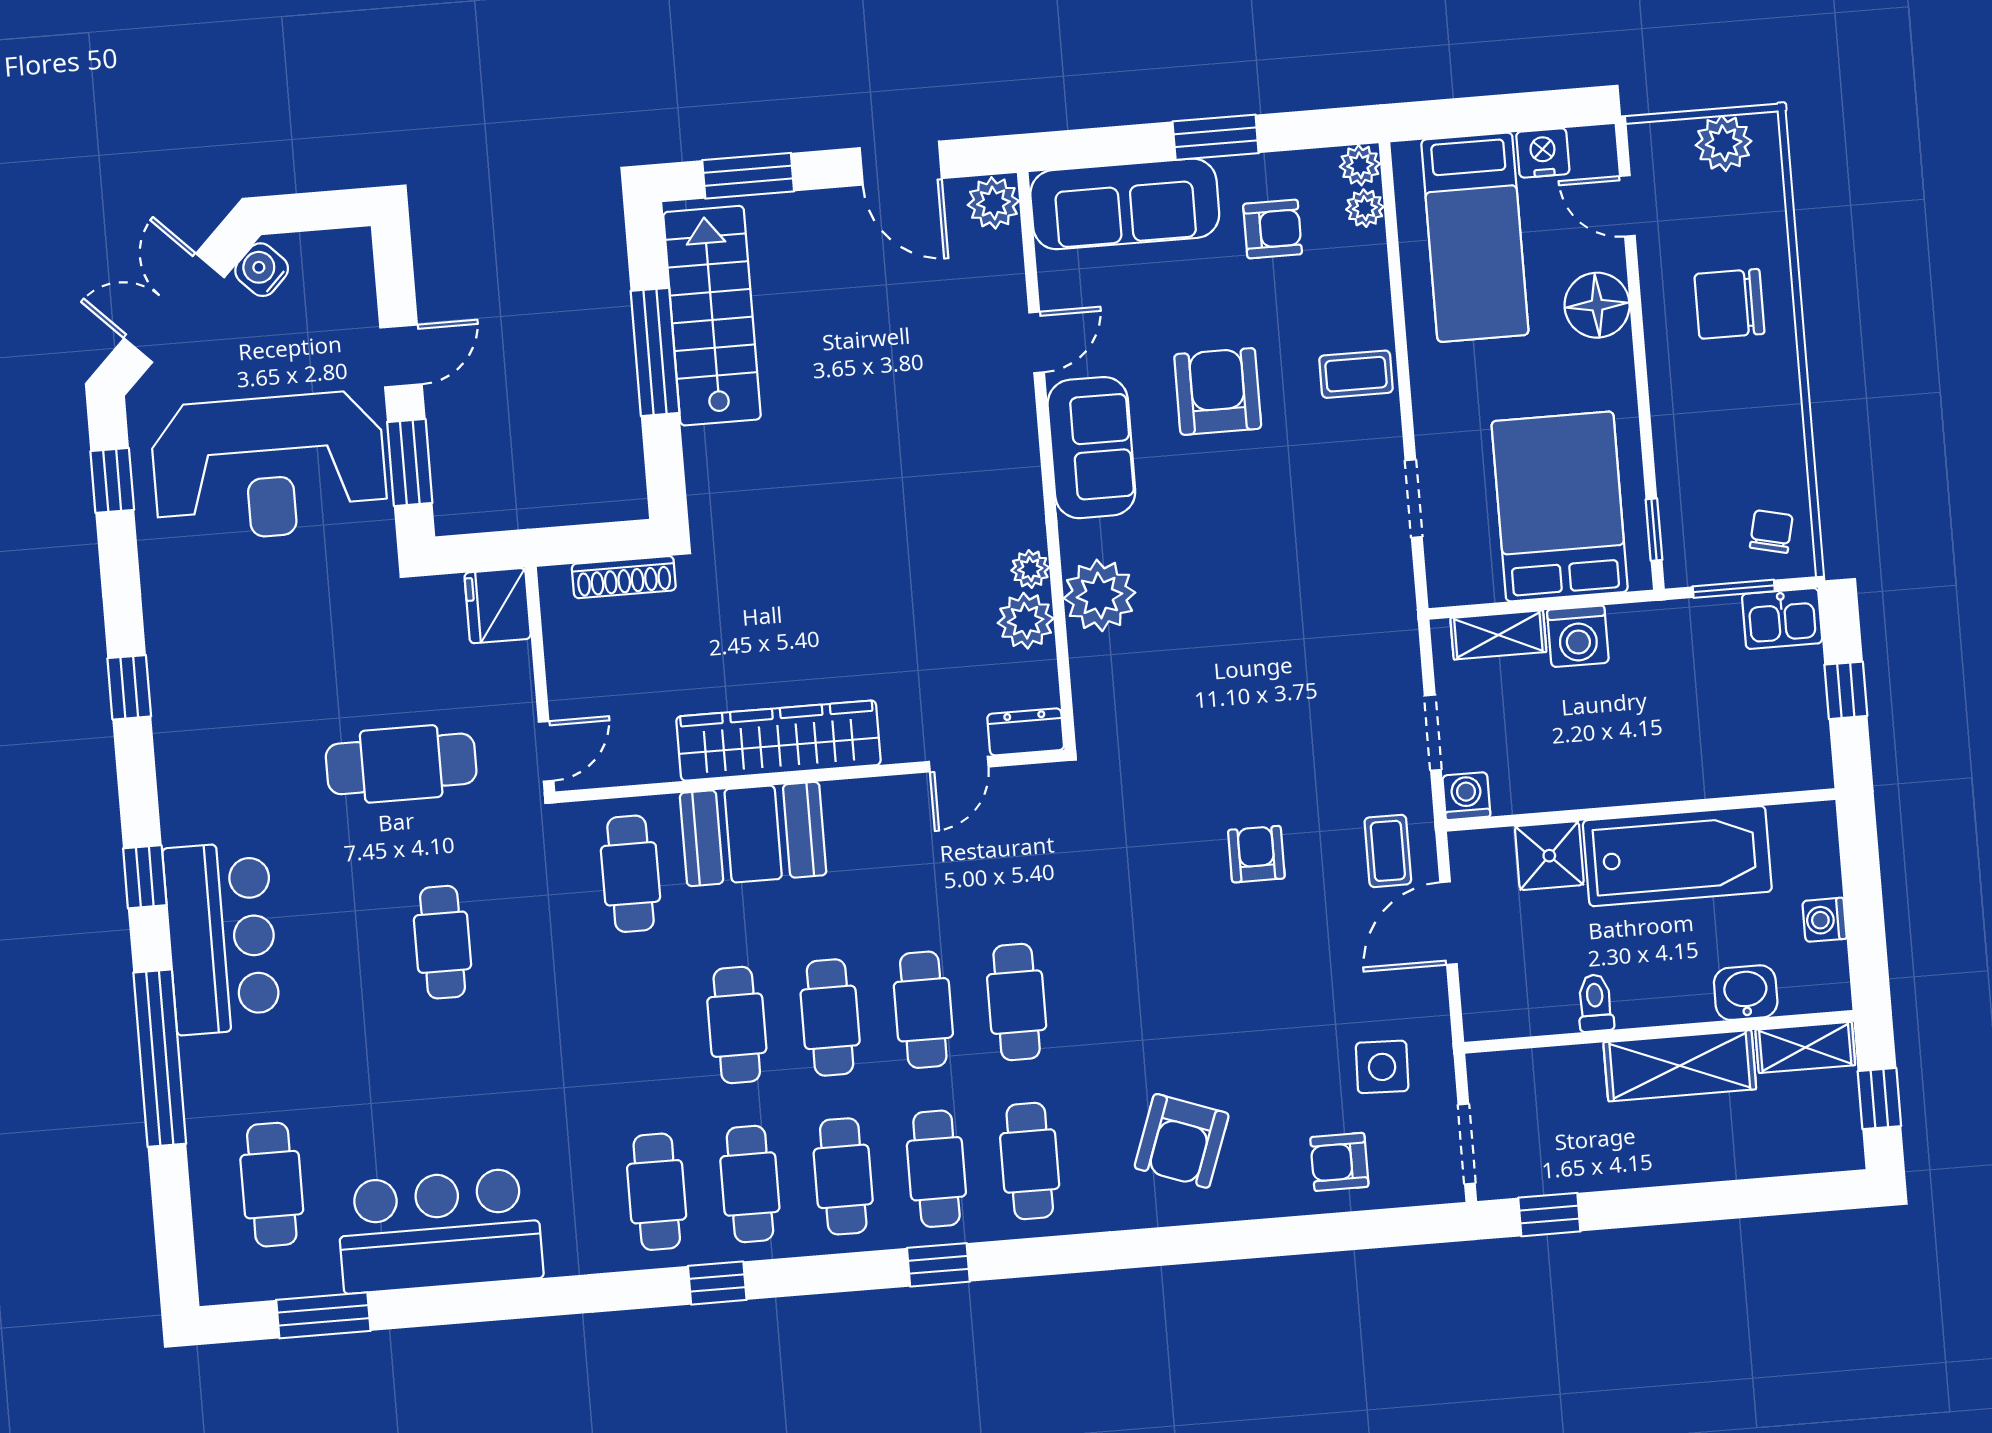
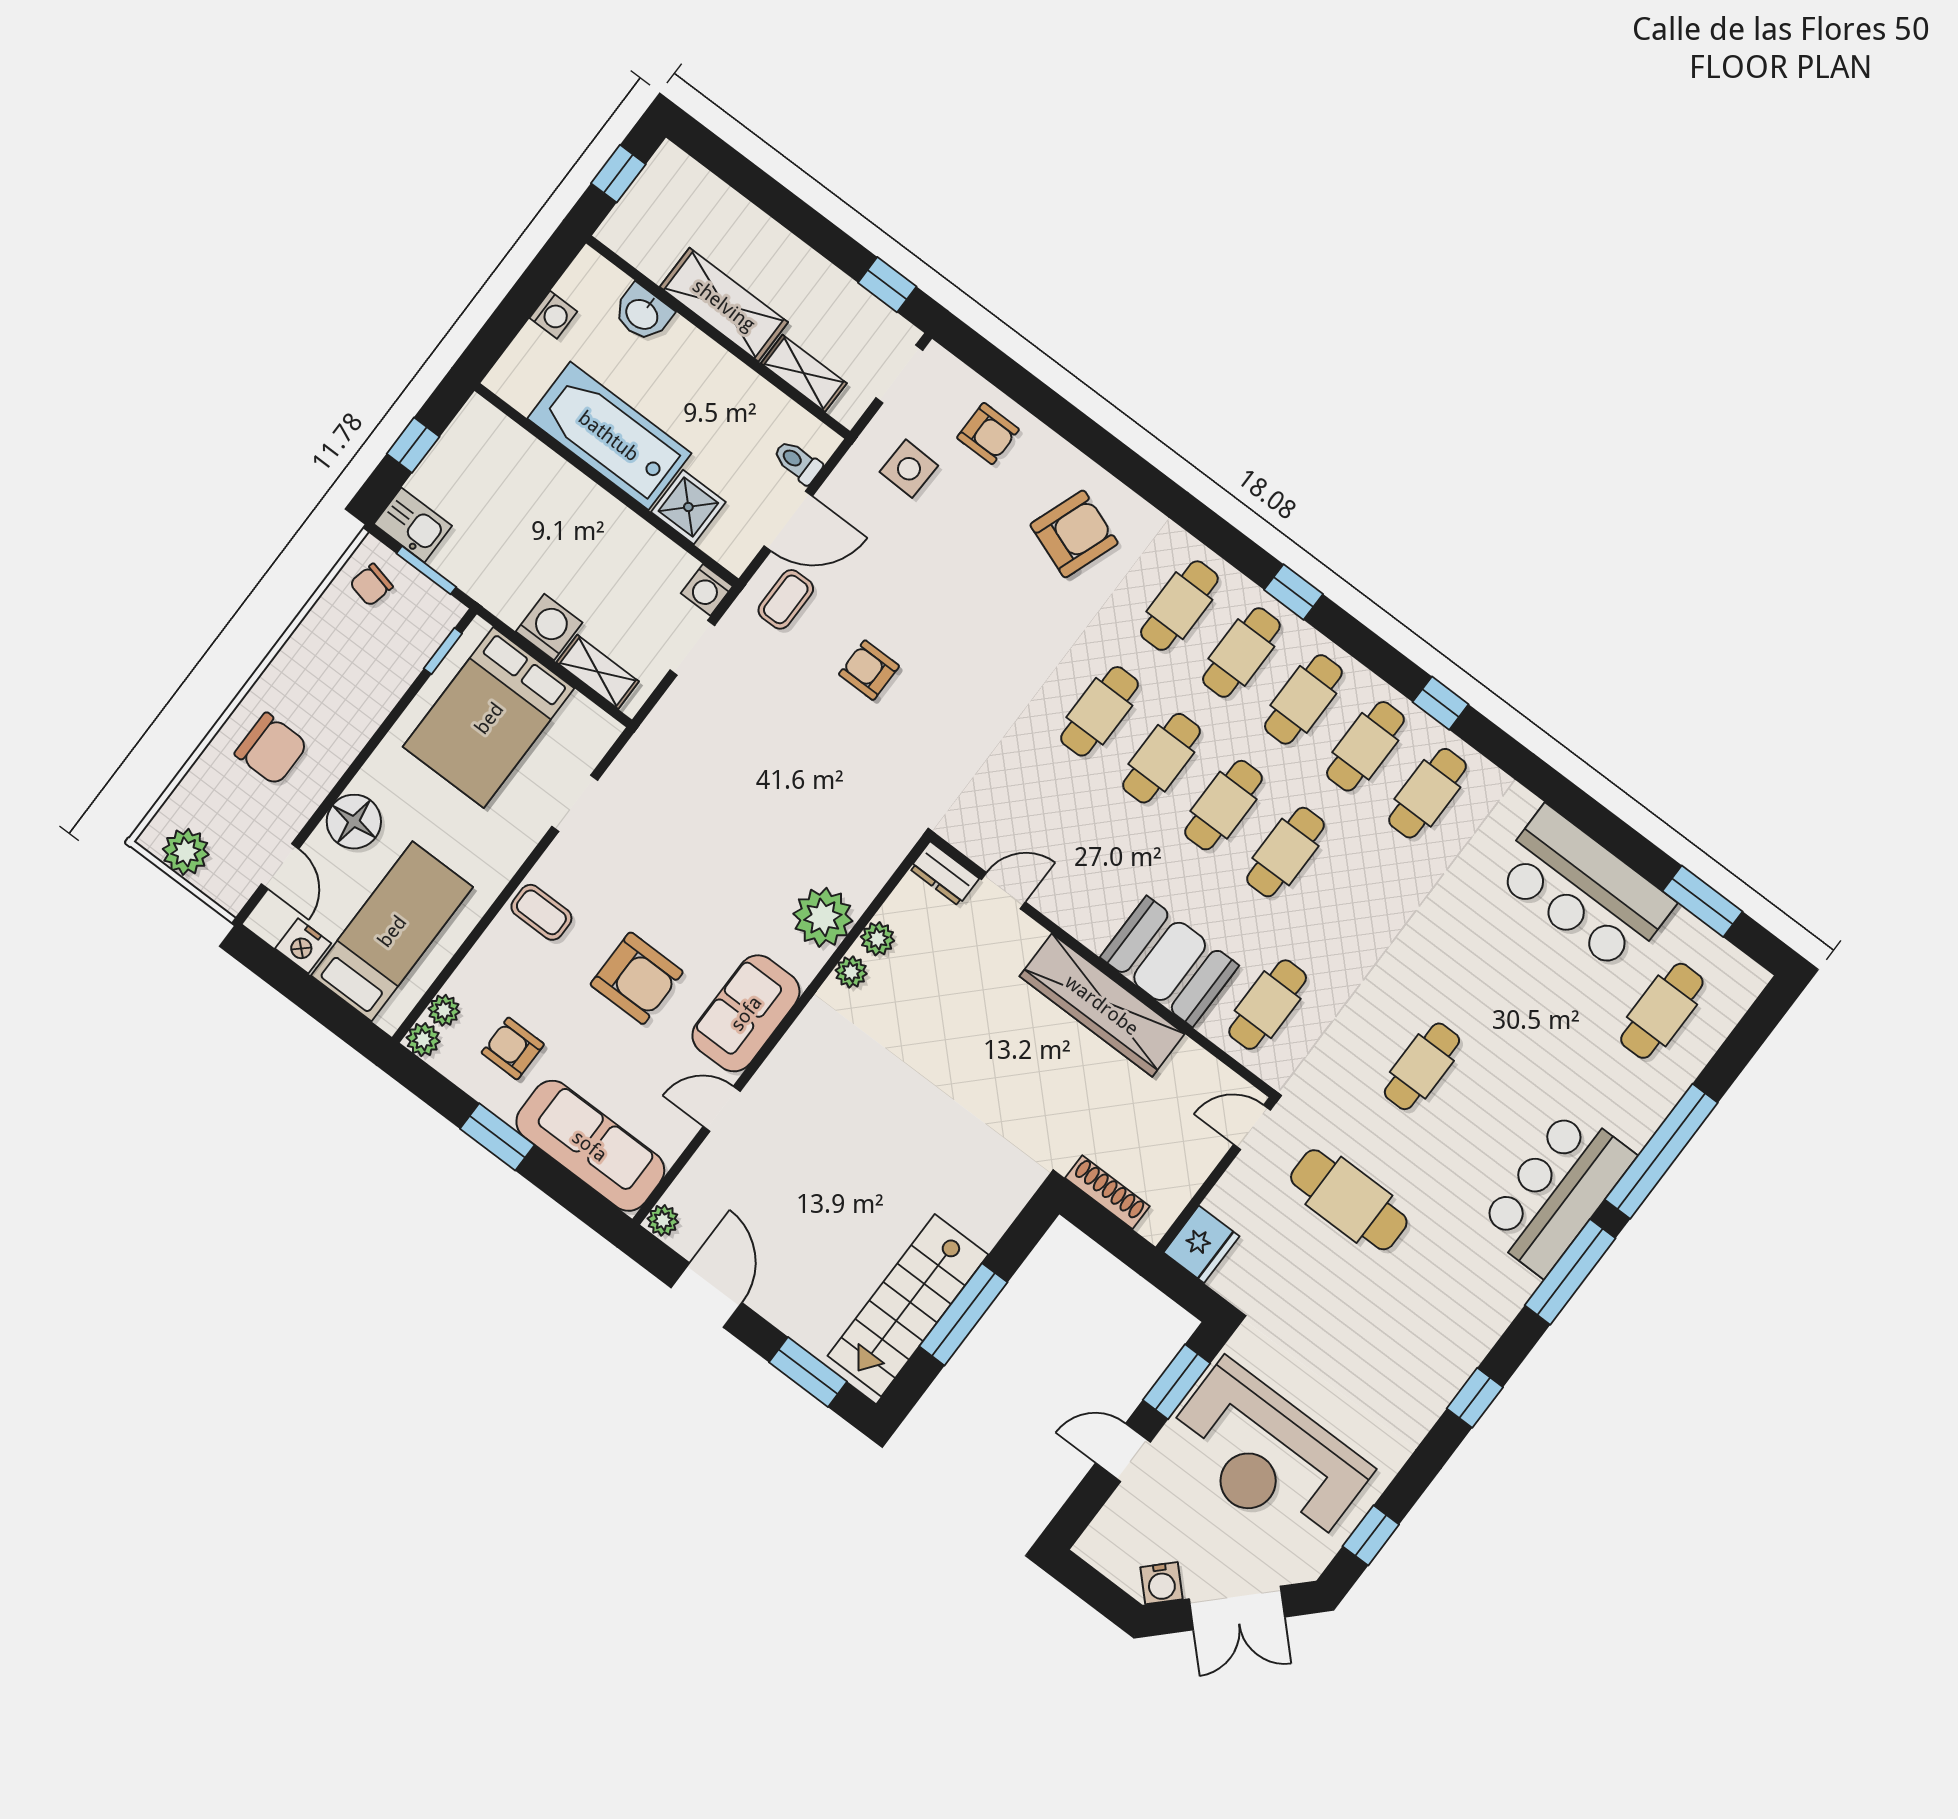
plant: (993, 203) -> (663, 1220), width x0.73, depth x0.73
armchair: (1218, 391) -> (637, 978), turned -90
reception desk: (269, 467) -> (1266, 1457), turned 180
plant: (1026, 621) -> (878, 939), width x0.73, depth x0.73
armchair: (1256, 854) -> (869, 670), turned 90
window: (145, 877) -> (1570, 1272), width x2.17
toilet: (1595, 1003) -> (797, 462), moved, turned 90
shelving: (1805, 1047) -> (804, 373), moved

